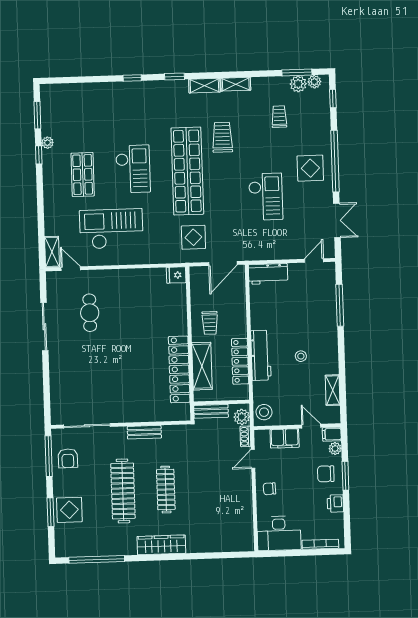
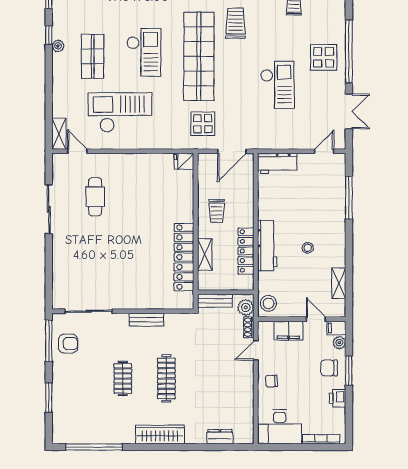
plant: (47, 143) -> (58, 46), moved
shelving: (202, 366) -> (205, 255), width x0.67, depth x0.75
armchair: (68, 458) -> (68, 344), turned -90
clothes rail: (123, 491) -> (123, 379), width x0.54, depth x0.76
display table: (69, 510) -> (68, 396), removed
dresser: (220, 545) -> (220, 437), added

